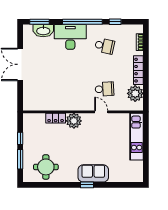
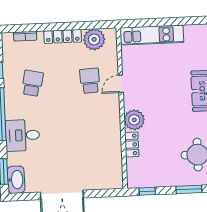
washbasin: (43, 31) -> (16, 180), moved
desk: (70, 37) -> (22, 135), width x0.73
window: (20, 138) -> (147, 191), moved

